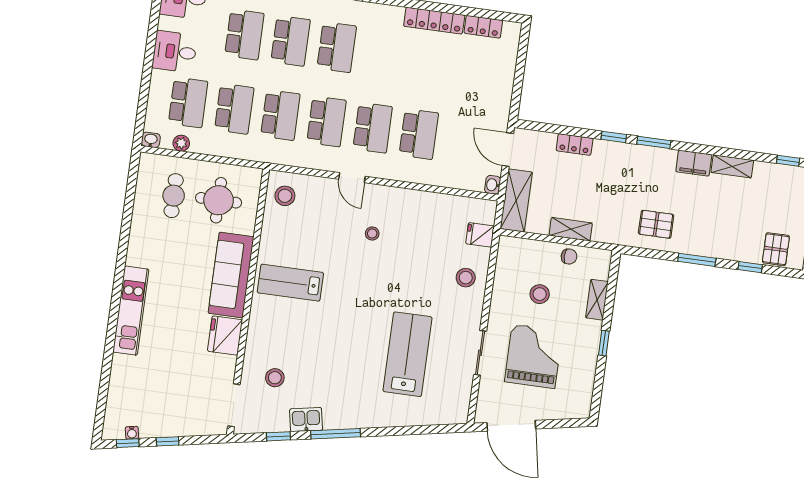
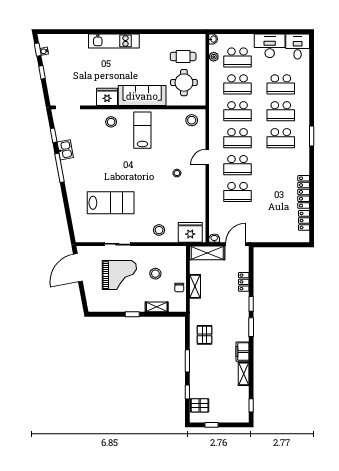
desk: (175, 52) -> (270, 46), width x1.37
fridge: (480, 235) -> (190, 232), width x1.88, depth x1.34
stool: (275, 378) -> (111, 122), moved

